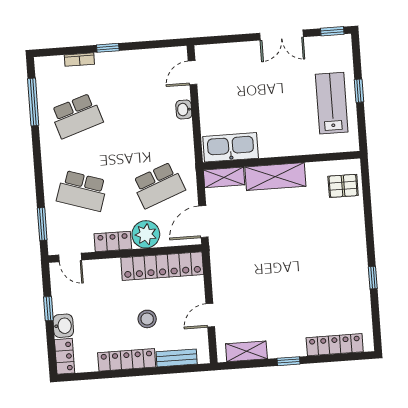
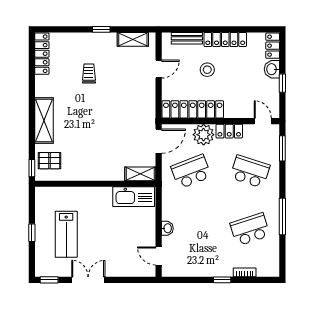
door: (192, 73) -> (159, 256), swing flipped
window: (33, 102) -> (282, 217), moved
lab bench: (332, 103) -> (66, 234), moved
shelving: (275, 177) -> (44, 121), moved, turned 90
window: (373, 278) -> (32, 168), moved
trolley: (300, 303) -> (89, 73), added
locker: (335, 345) -> (42, 54), moved, turned -90

